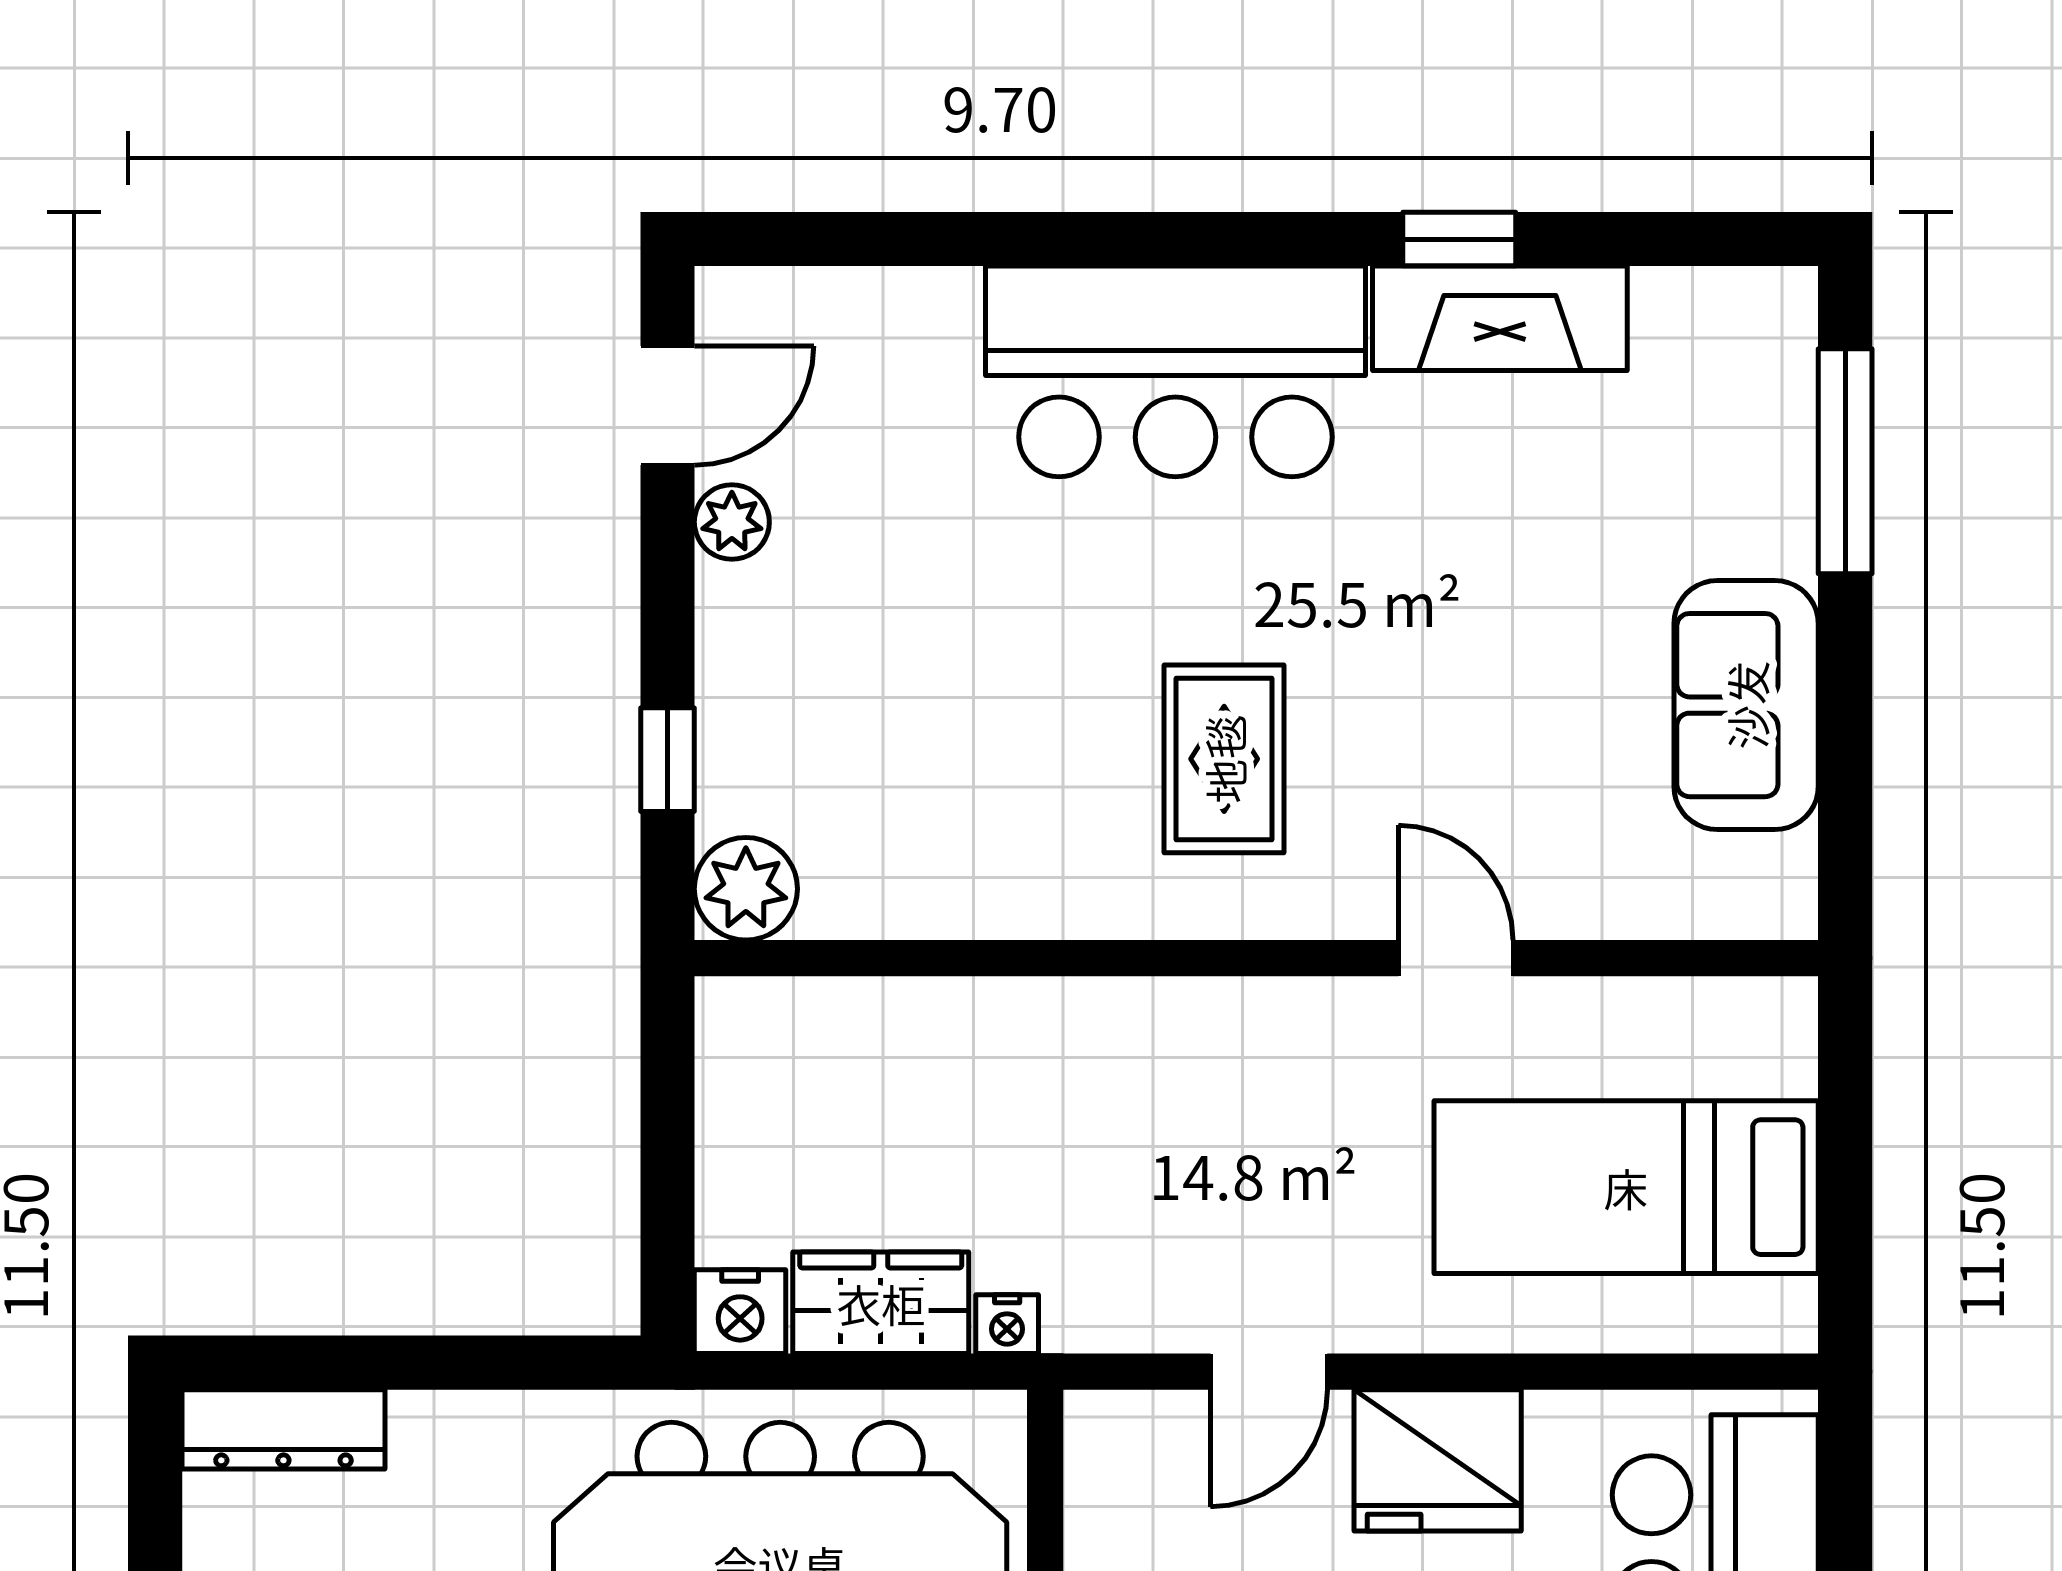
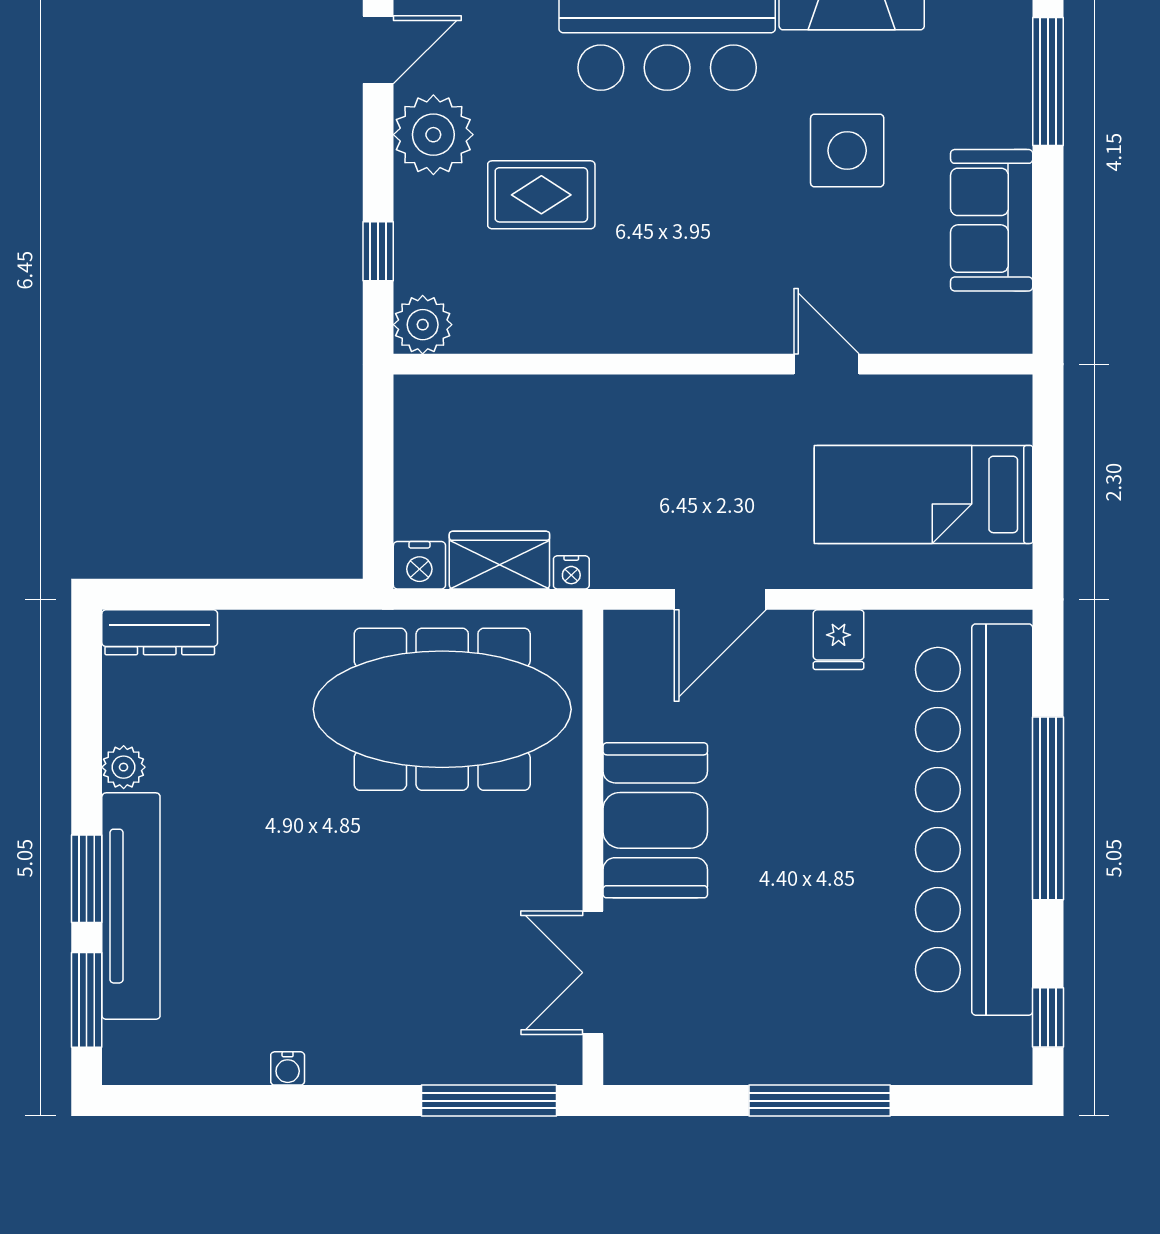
plant: (732, 522) -> (433, 135), width x1.88, depth x1.88
side table: (1492, 583) -> (847, 151), added
rug: (1224, 759) -> (541, 195), moved, turned 90
door: (1269, 1372) -> (720, 599), width x1.38
fridge: (1438, 1460) -> (839, 640), width x0.53, depth x0.75

